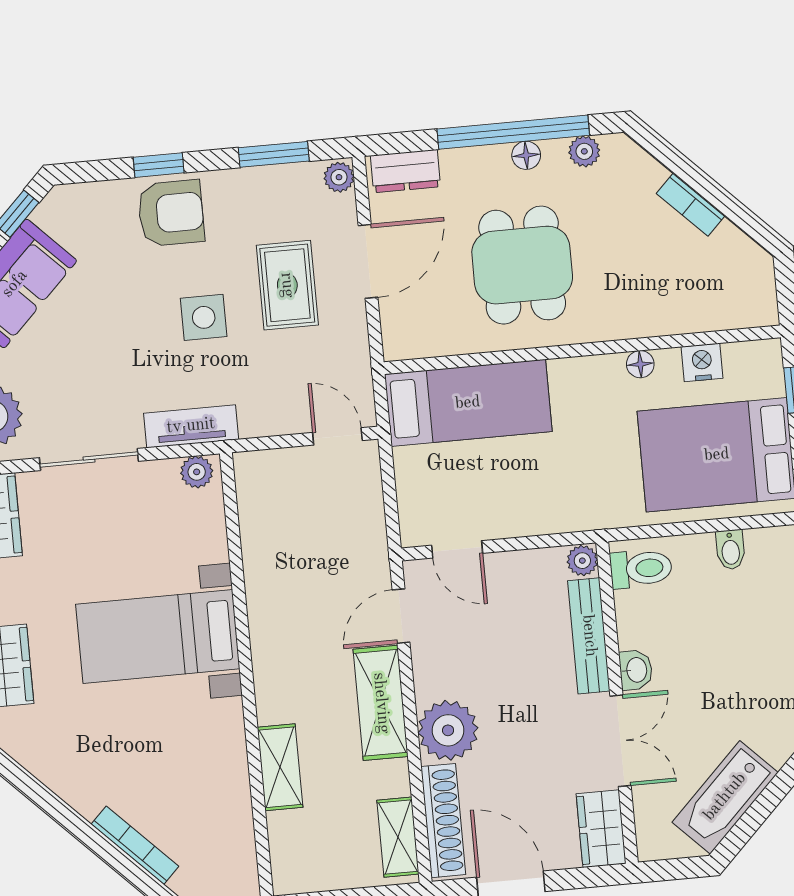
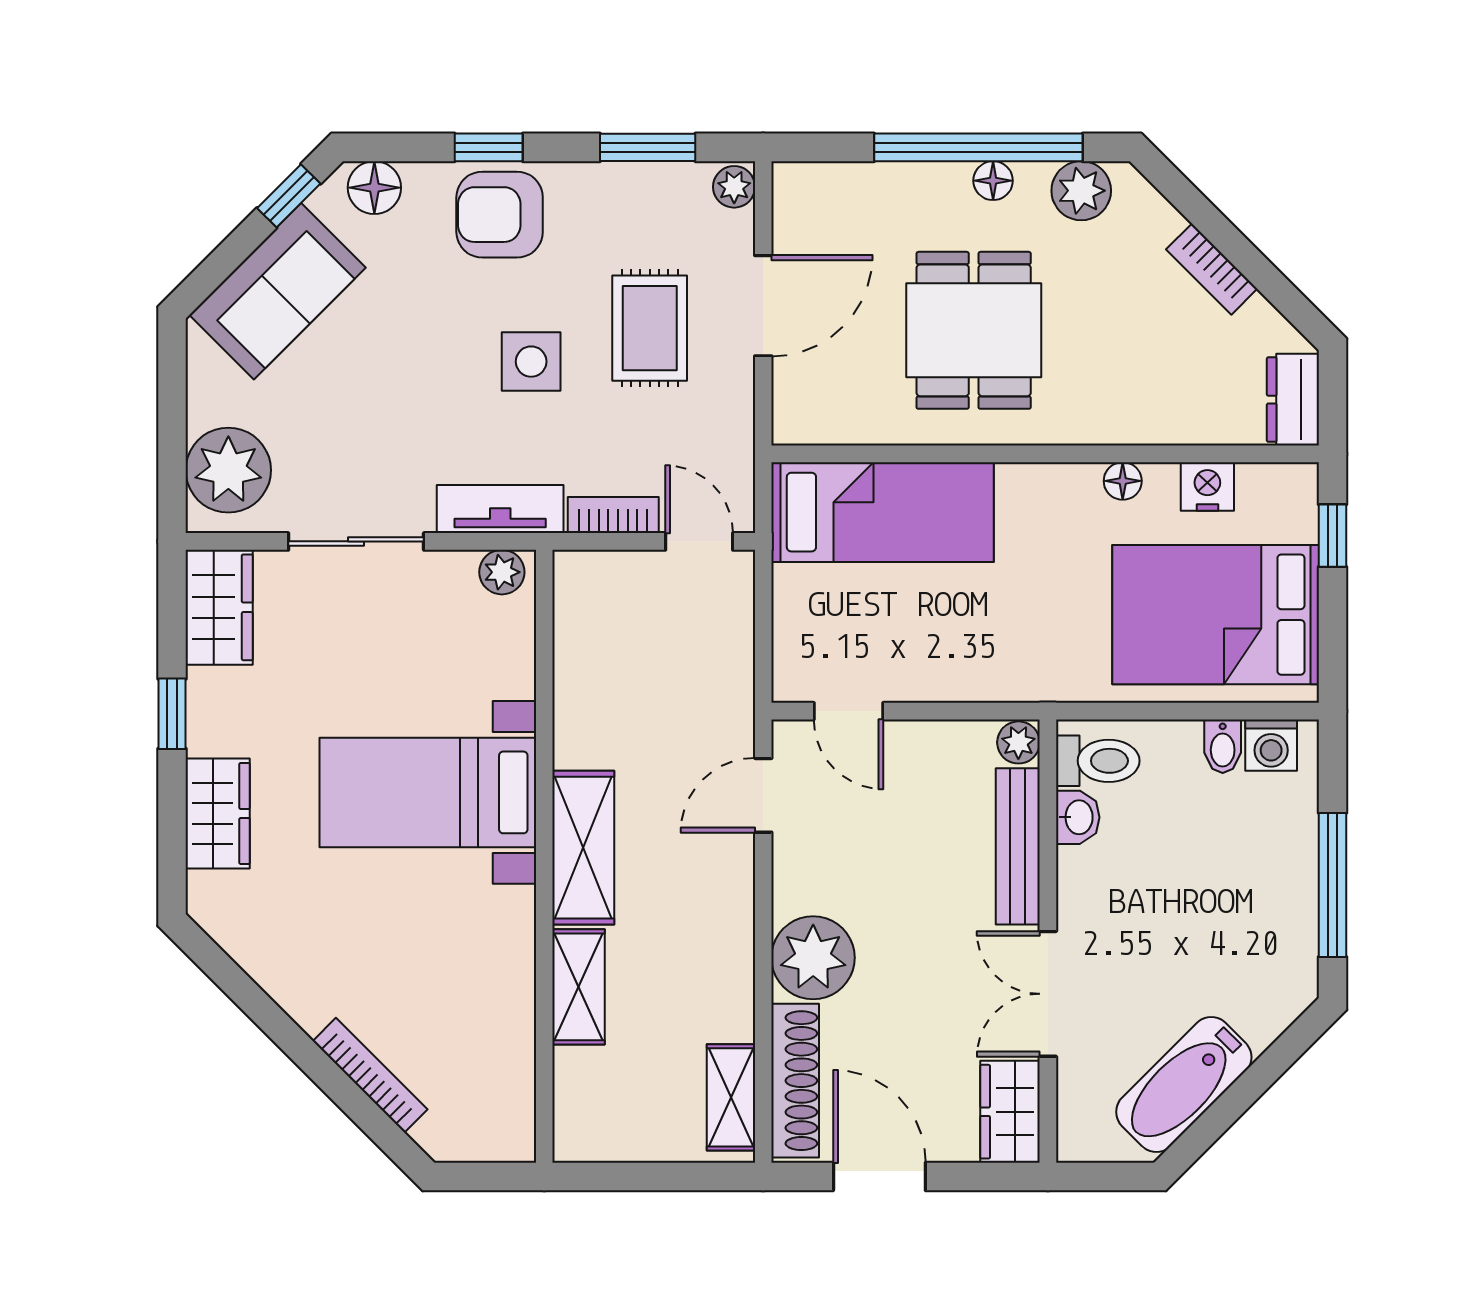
plant: (584, 151) -> (1081, 191), width x1.38, depth x1.38
dresser: (405, 171) -> (1293, 400), moved, turned 90
floor lamp: (78, 202) -> (374, 188), added
armchair: (171, 213) -> (500, 215), turned 180
bookcase: (274, 423) -> (613, 515), added
washing machine: (766, 546) -> (1271, 745), added
washbasin: (636, 670) -> (1078, 817), moved
shelving: (381, 703) -> (583, 848), moved
double door: (621, 741) -> (1048, 994), swing flipped

